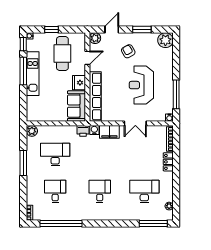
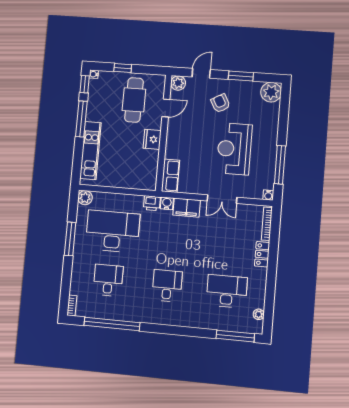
kitchen unit: (33, 74) -> (90, 151), moved
row of seats: (95, 96) -> (171, 176), width x0.50
sofa: (76, 106) -> (146, 170), removed
desk: (55, 155) -> (113, 231), width x1.36, depth x1.30

